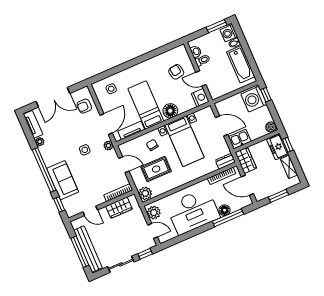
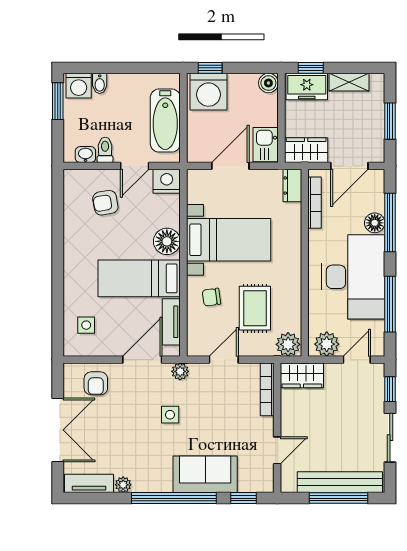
bathtub: (241, 64) -> (165, 121), moved, turned 90
door: (106, 124) -> (142, 360), hinge flipped
wardrobe: (119, 208) -> (302, 375), moved, turned 90
window: (187, 235) -> (390, 304), added

